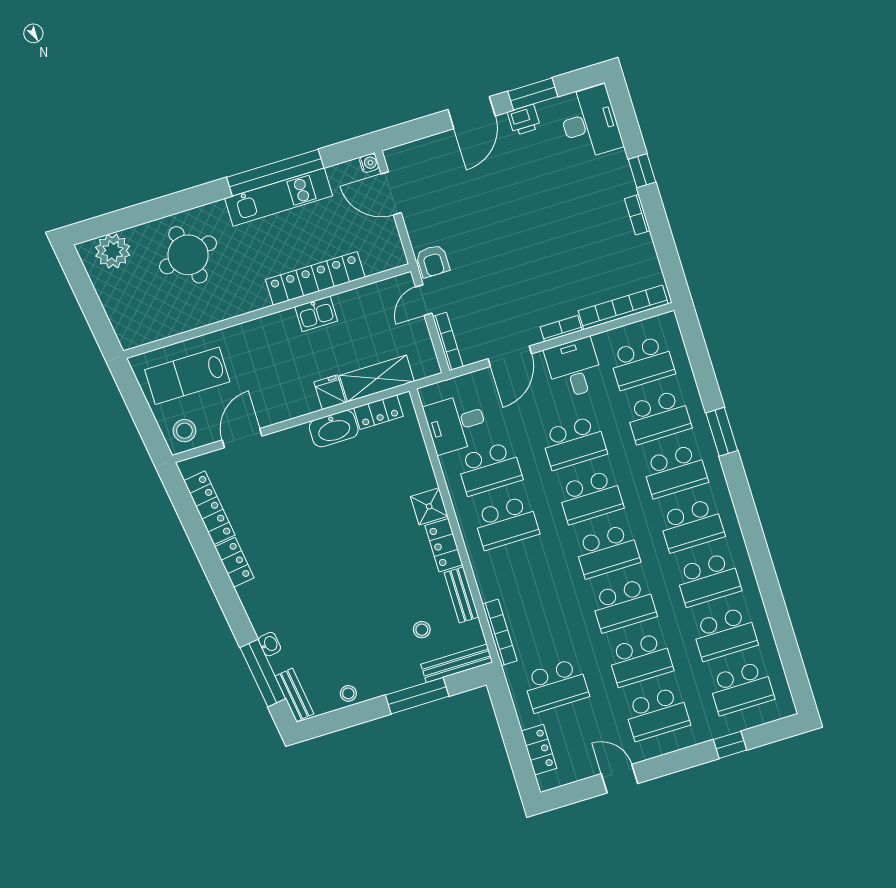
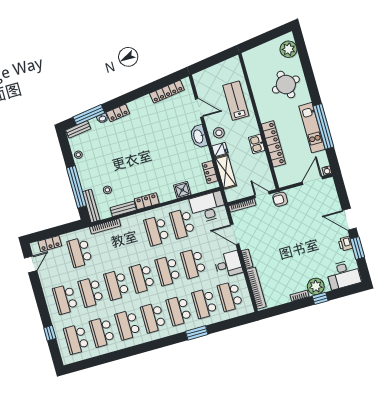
plant: (616, 181) -> (316, 286), added
lab bench: (187, 376) -> (236, 101), moved
desk: (456, 423) -> (208, 207), width x1.37
washbasin: (334, 429) -> (199, 136), moved
stool: (184, 431) -> (219, 133), moved
shower: (429, 506) -> (182, 190), moved
locker: (234, 562) -> (118, 113), moved
window: (417, 696) -> (76, 187), width x1.46
door: (619, 779) -> (31, 264), moved

